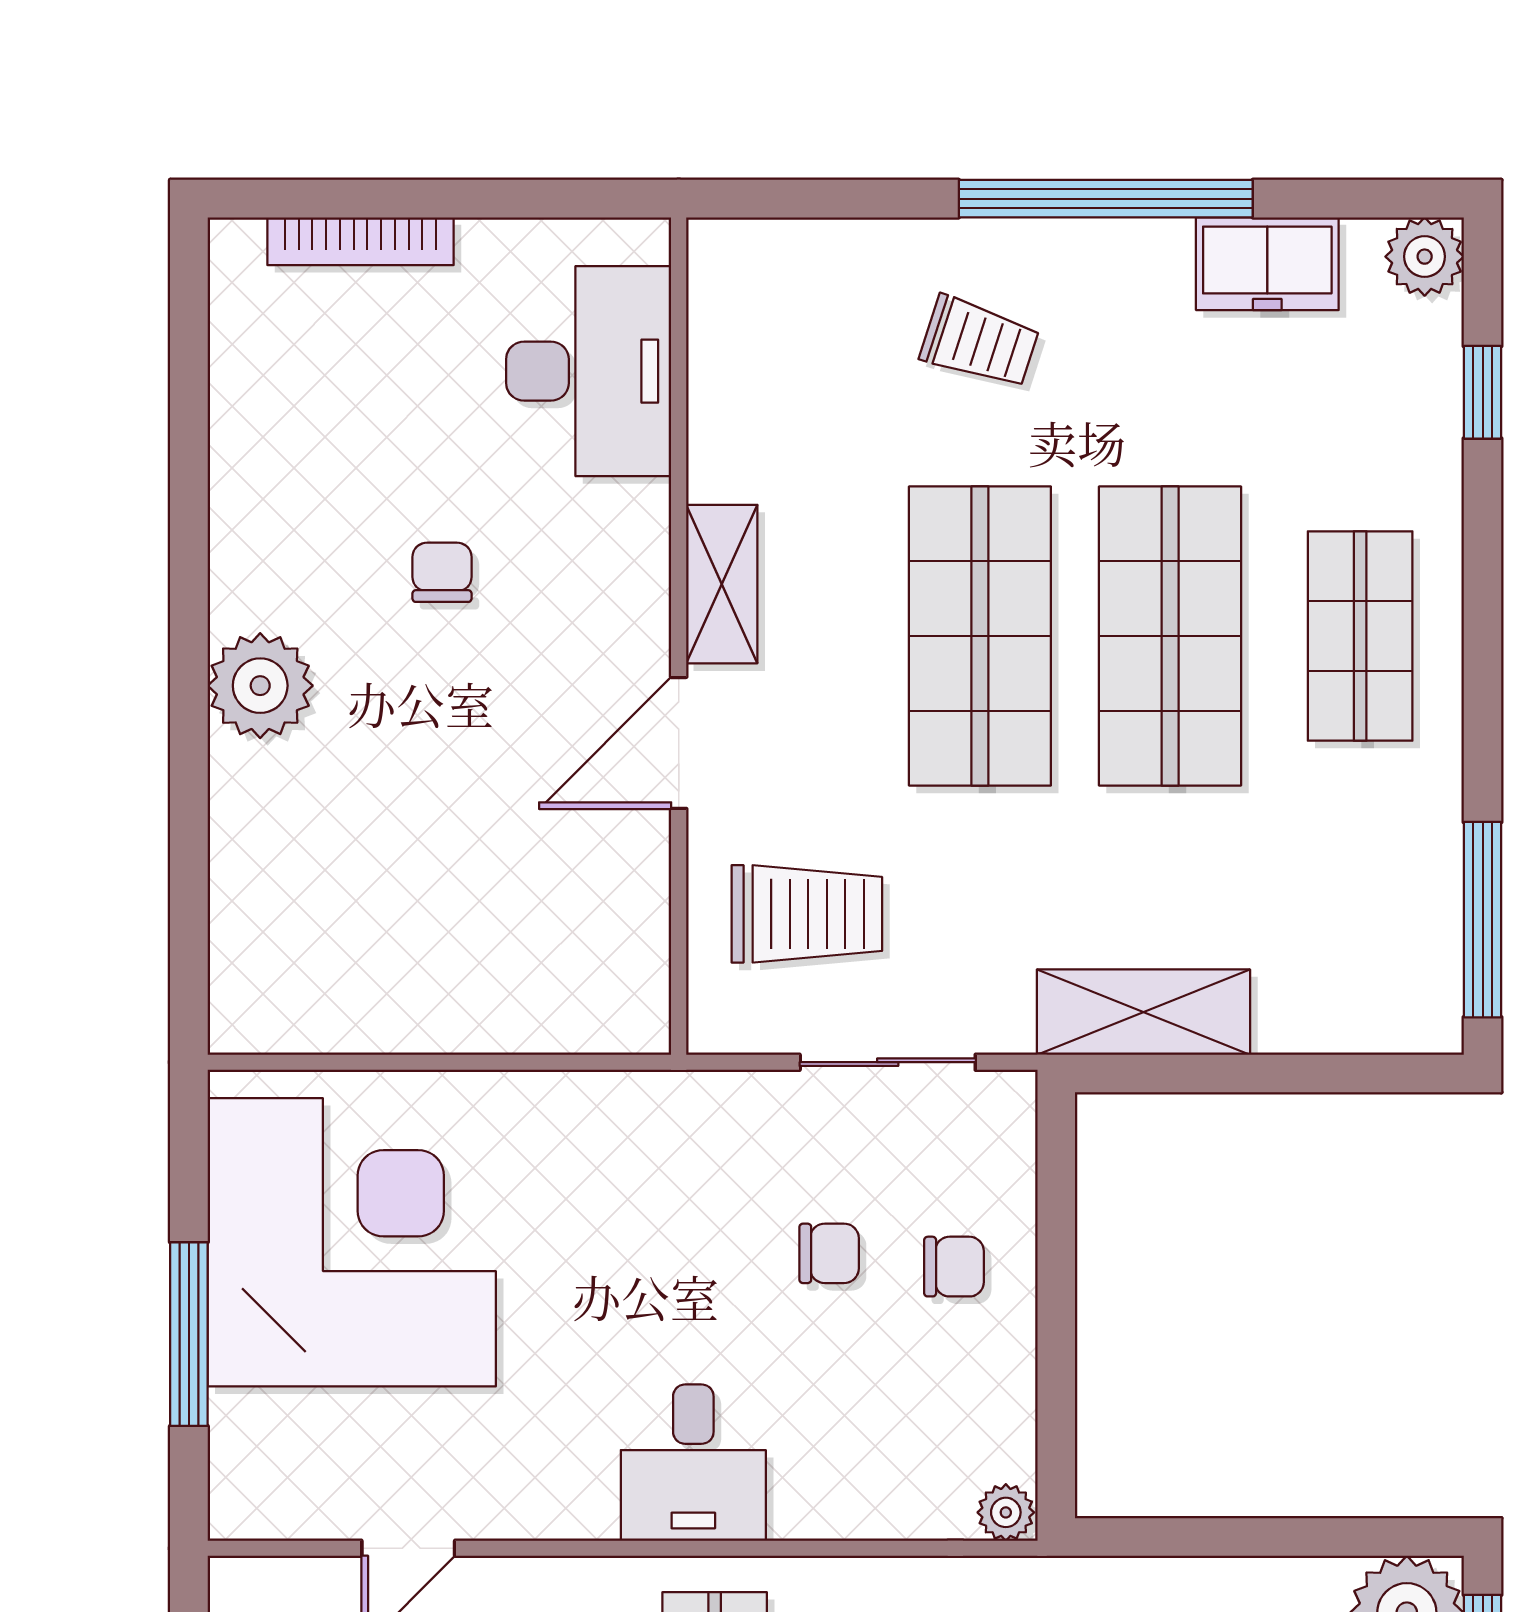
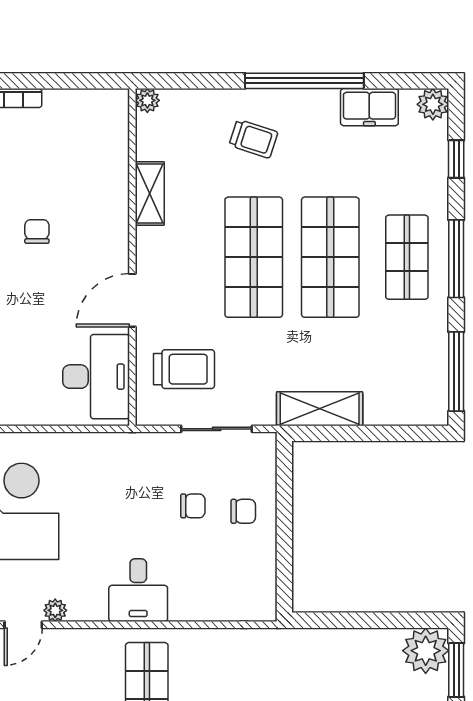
plant: (716, 247) -> (147, 100), added
desk: (589, 371) -> (96, 377), moved
shelving: (722, 584) -> (150, 193), moved
window: (1483, 640) -> (456, 259), added
plant: (1006, 1512) -> (55, 610), moved

